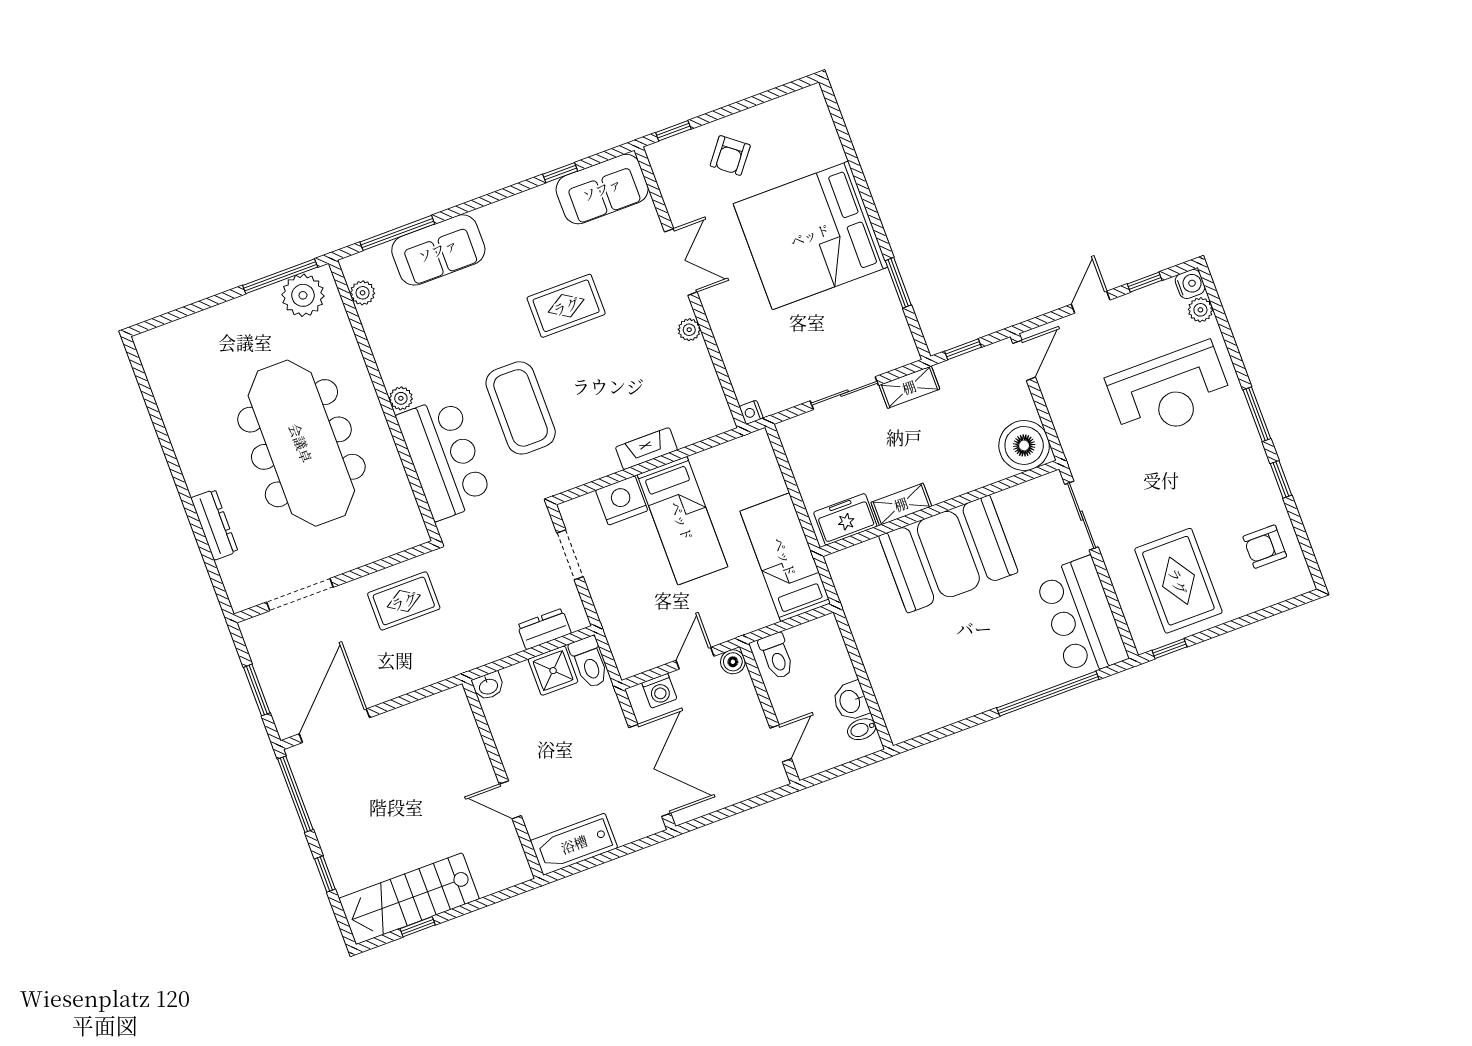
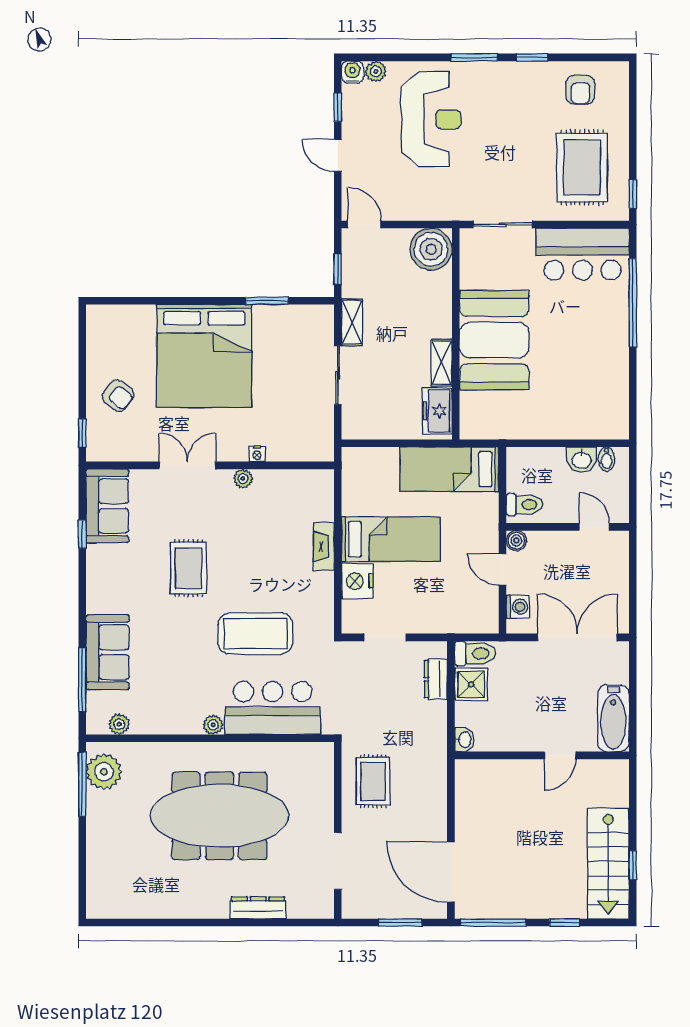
nightstand: (751, 412) -> (257, 454), moved
rug: (1178, 581) -> (582, 167), turned 90

